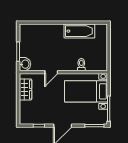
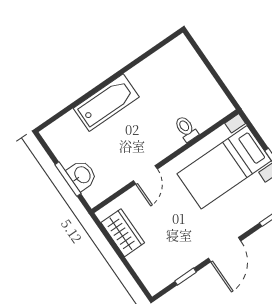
bathtub: (79, 31) -> (106, 103), moved
washbasin: (25, 64) -> (82, 175), moved

